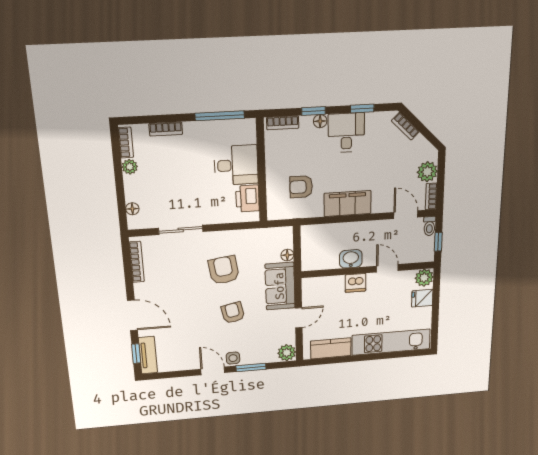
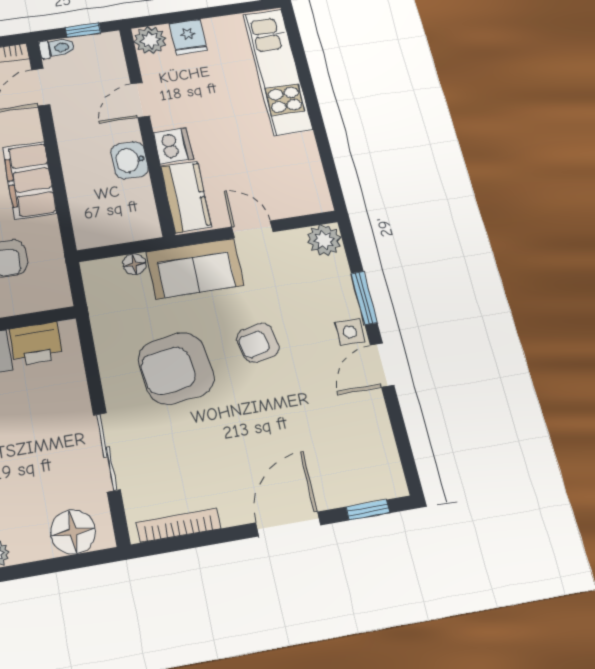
floor lamp: (132, 209) -> (73, 532), width x1.89, depth x1.89
armchair: (224, 270) -> (176, 368), width x1.36, depth x1.36
kitchen counter: (331, 348) -> (186, 197), moved, turned 180
tv unit: (148, 355) -> (368, 487), removed

